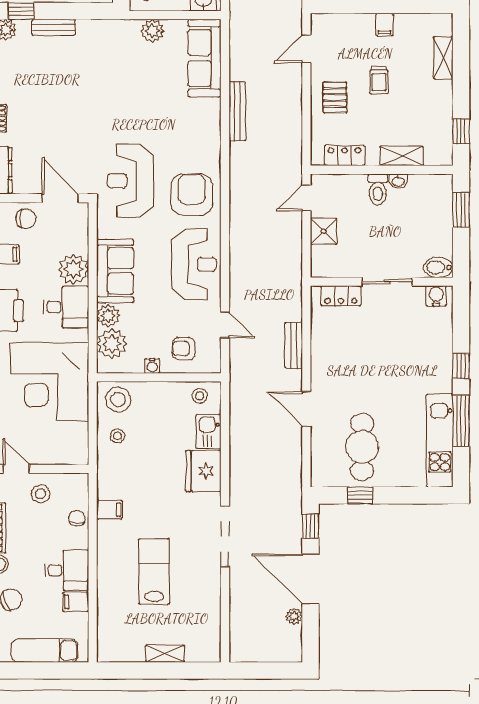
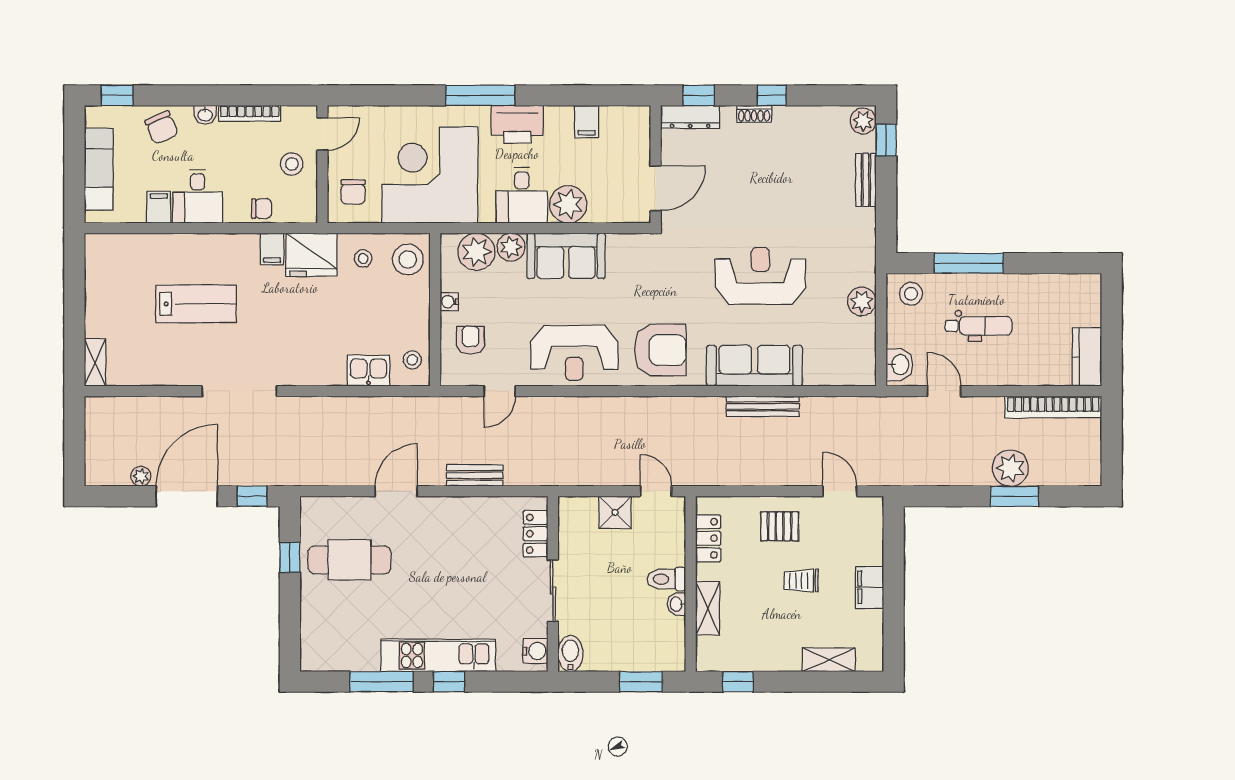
filing cabinet: (384, 24) -> (870, 587), width x2.00
sofa: (204, 58) -> (755, 366), moved
reception desk: (131, 181) -> (760, 276), moved
chair: (26, 219) -> (353, 192), moved
kitchen unit: (440, 441) -> (438, 655), moved
fridge: (203, 471) -> (311, 255), moved, turned 180
shelving: (165, 654) -> (95, 362), moved

